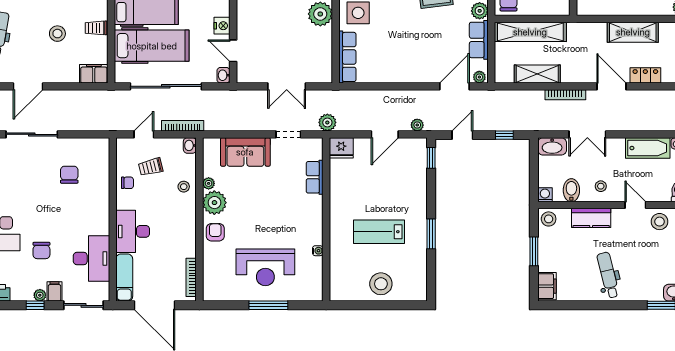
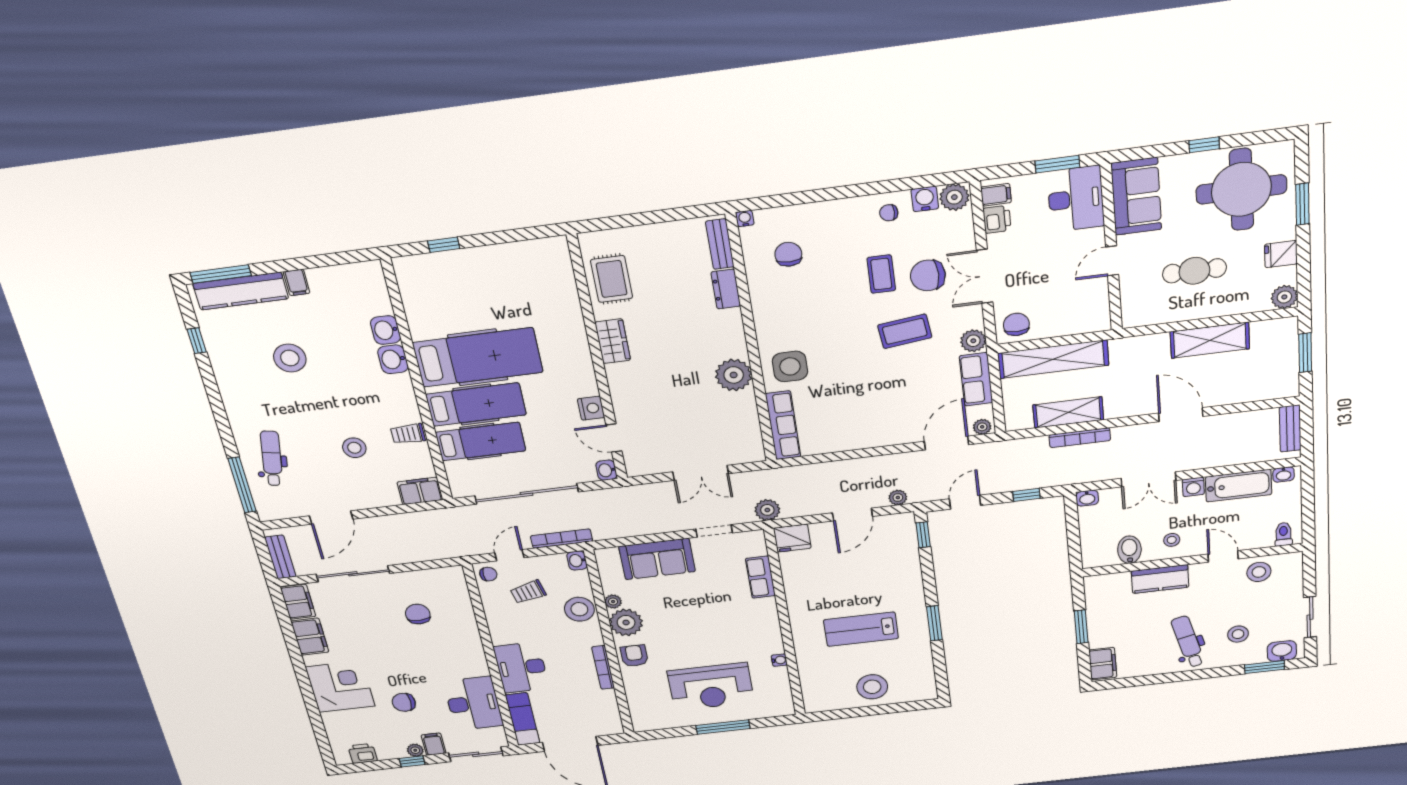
hospital bed: (152, 46) -> (481, 441), width x0.73, depth x0.78
locker: (645, 75) -> (1231, 394), removed
bookcase: (565, 95) -> (1080, 438), moved
washbasin: (552, 146) -> (1087, 498), width x0.52, depth x0.69
chair: (127, 183) -> (488, 574), moved
stool: (184, 187) -> (579, 609), width x1.89, depth x1.89
washing machine: (545, 195) -> (1193, 487), moved, turned 180
stool: (549, 219) -> (1238, 634), moved
chair: (41, 250) -> (404, 702), turned 90
bookcase: (191, 277) -> (603, 667), moved

